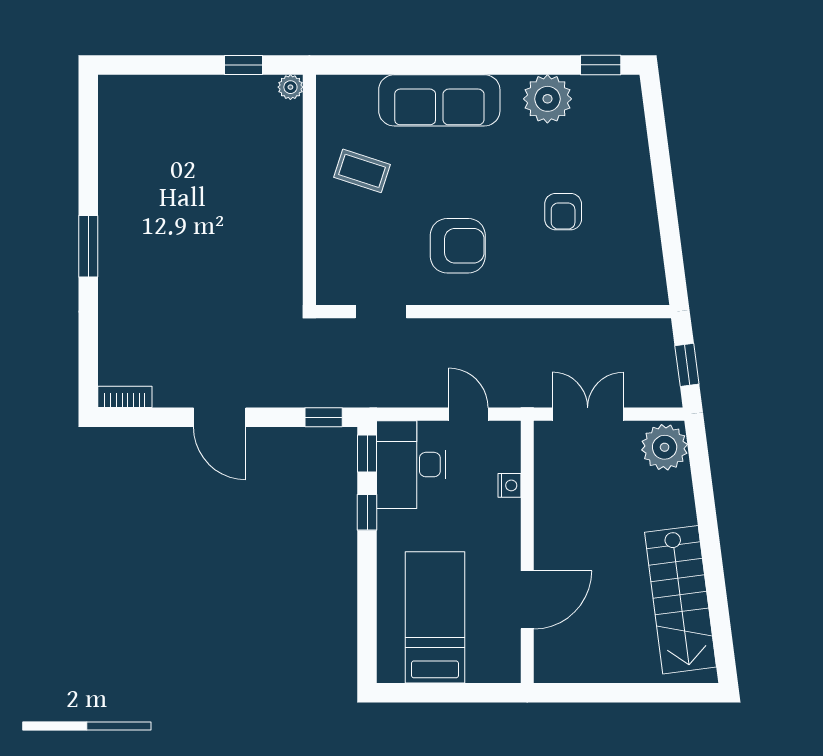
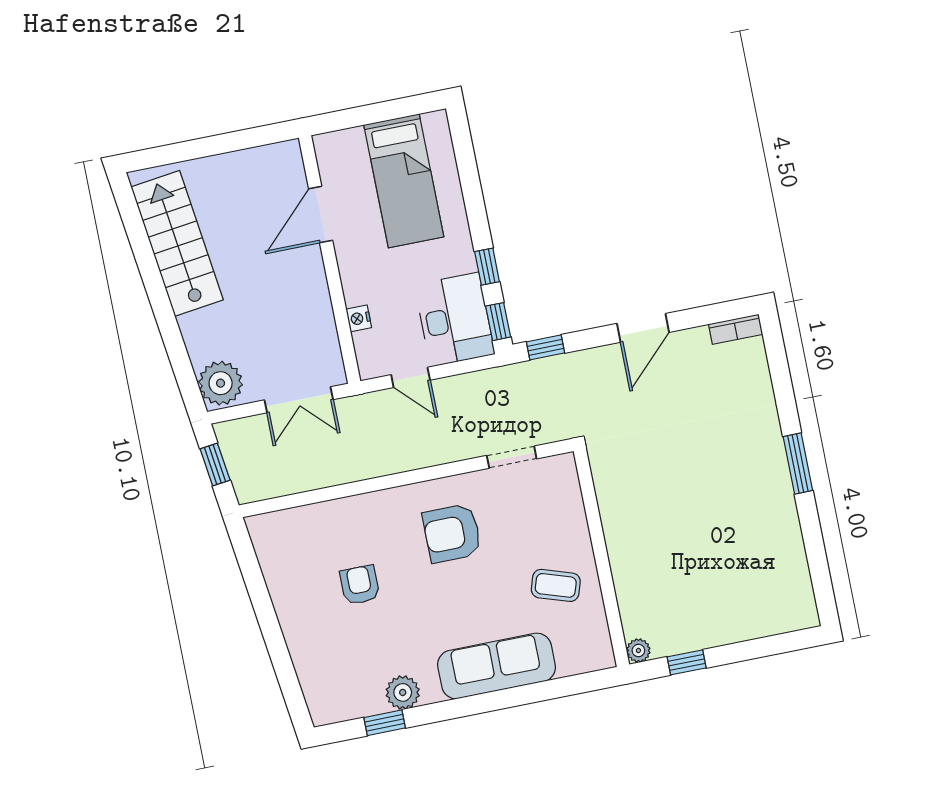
window: (601, 65) -> (385, 723), moved
plant: (547, 99) -> (403, 692), width x0.73, depth x0.73
door: (220, 417) -> (643, 328), swing flipped

